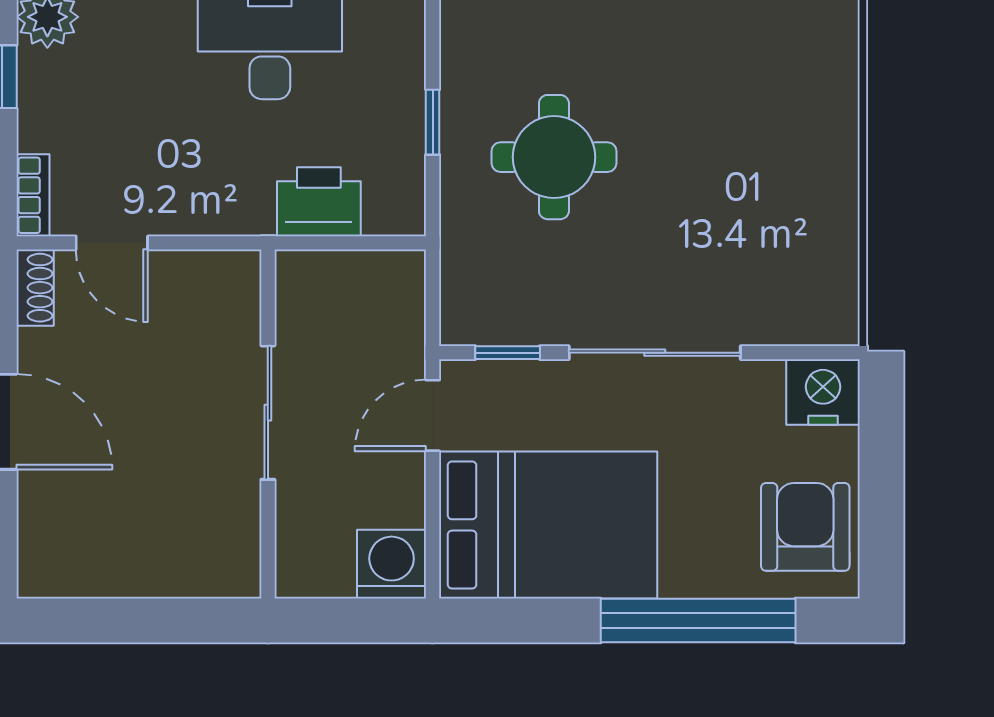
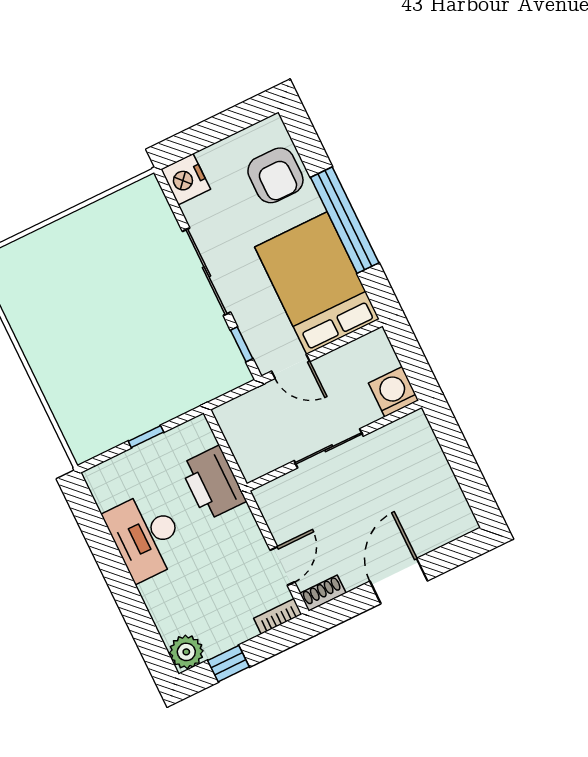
round table: (554, 157) -> (134, 368), removed
printer: (319, 202) -> (213, 483), width x1.37, depth x1.19
armchair: (805, 527) -> (275, 175), moved, turned -90
washing machine: (392, 564) -> (394, 392), moved, turned 90
window: (698, 620) -> (345, 220), moved

